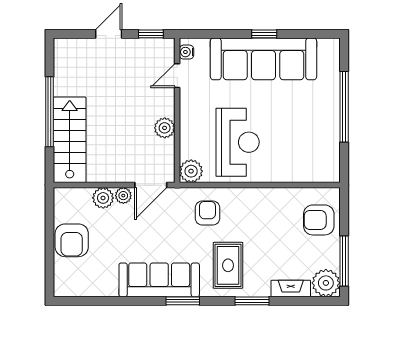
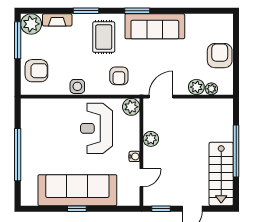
water cooler: (187, 52) -> (134, 156), moved
stairs: (70, 140) -> (221, 174), moved
plant: (123, 196) -> (211, 89), moved
side table: (264, 199) -> (77, 86), added

